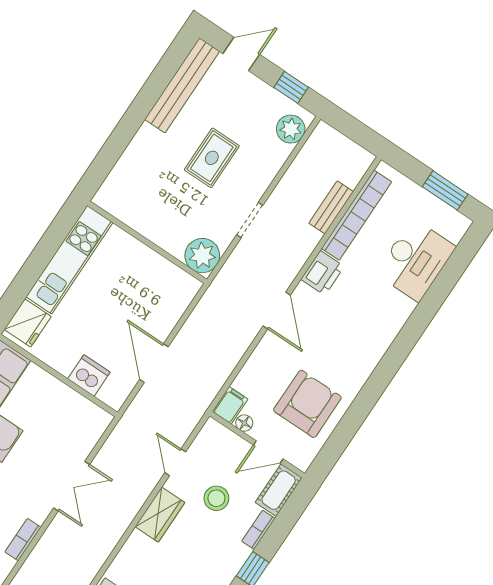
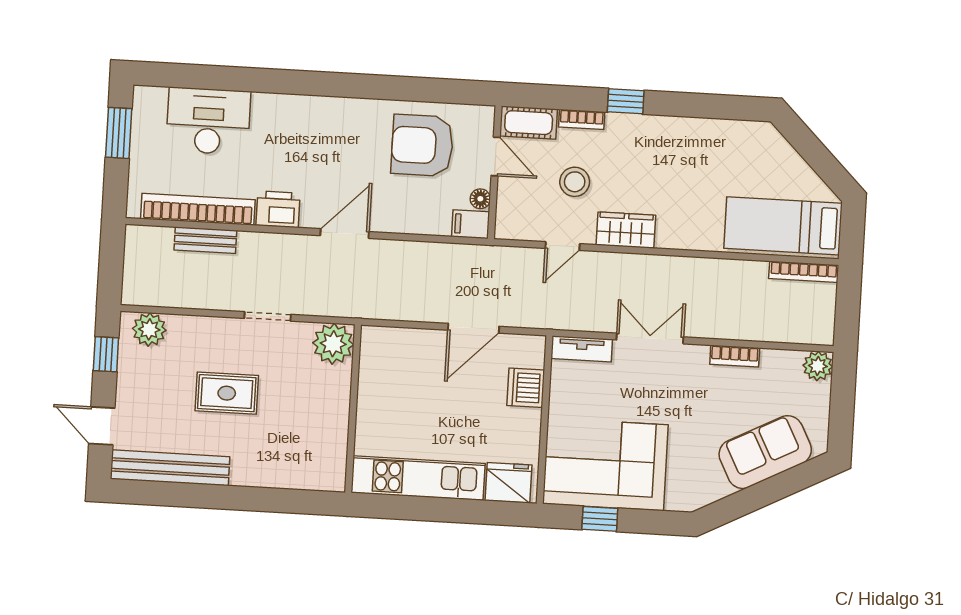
tv unit: (93, 432) -> (582, 349), added

